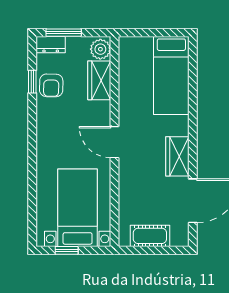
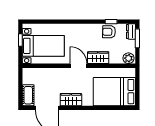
bed: (171, 76) -> (114, 92), width x1.50
wardrobe: (99, 80) -> (98, 58), moved
door: (114, 142) -> (79, 66), hinge flipped
cot: (150, 236) -> (28, 95), moved

